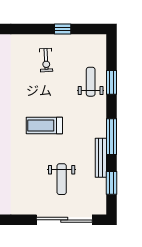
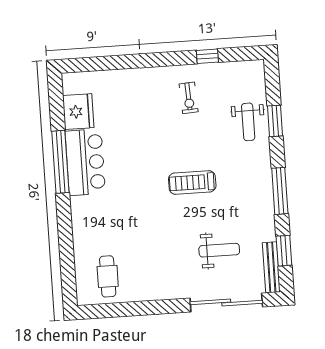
weight bench: (91, 82) -> (248, 122), turned 180
bench: (101, 158) -> (271, 267), moved
weight bench: (62, 179) -> (219, 250), turned -90

